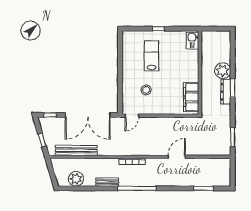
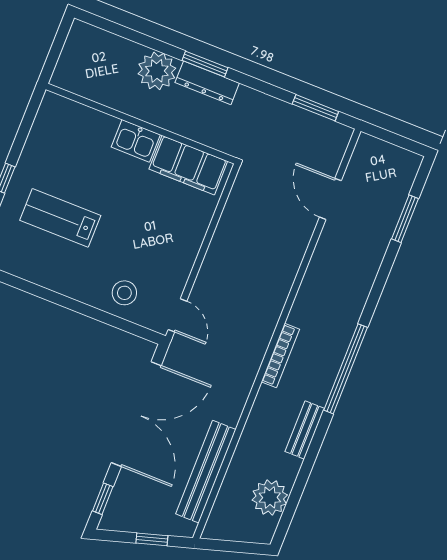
kitchen sink: (193, 41) -> (136, 141), moved
stool: (146, 90) -> (124, 293), moved
door: (177, 157) -> (330, 199), moved

